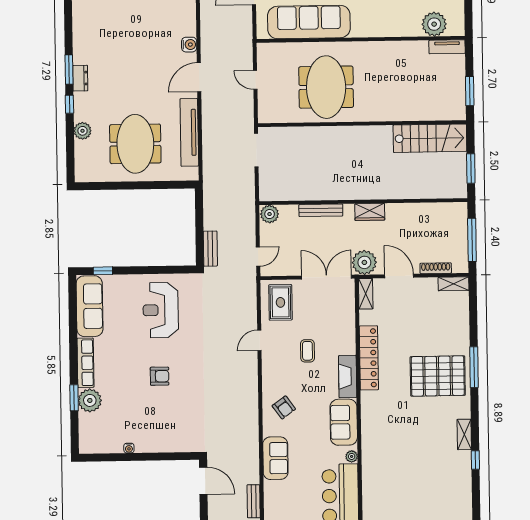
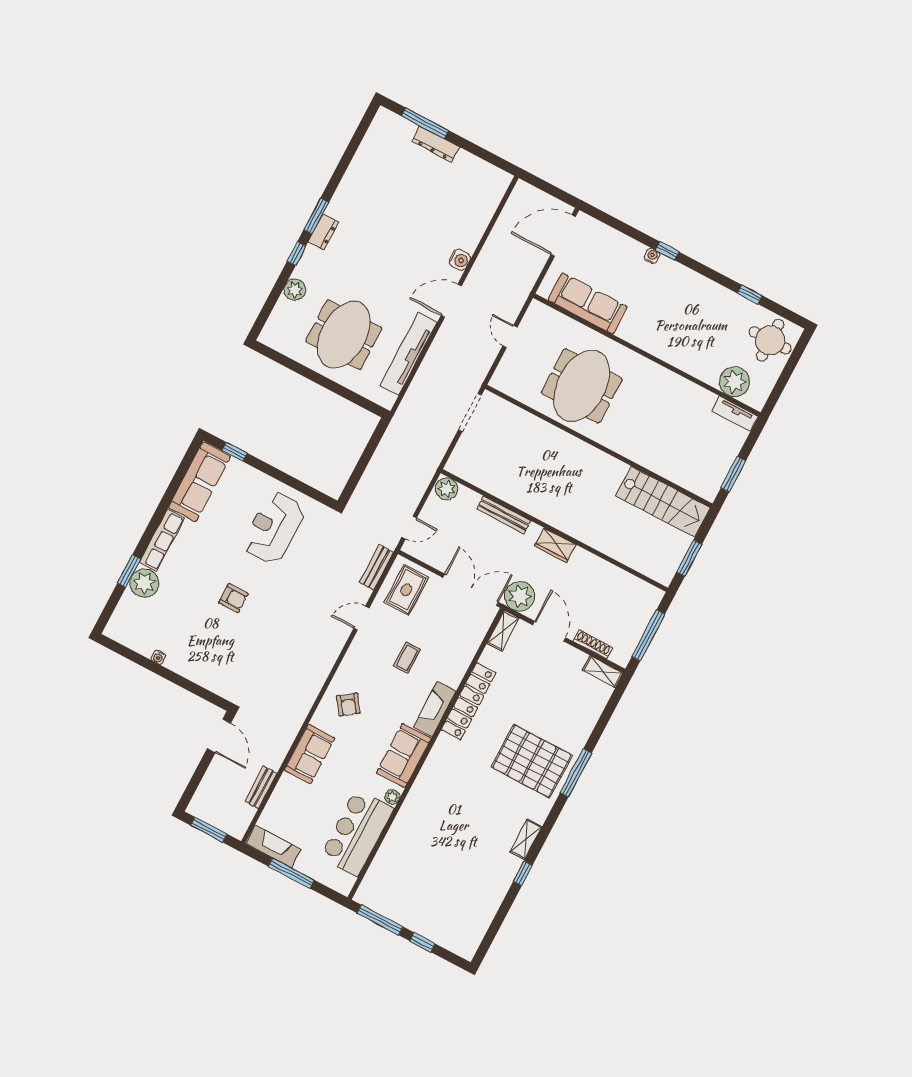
sofa: (309, 22) -> (588, 304), width x0.74, depth x0.79
bench: (210, 249) -> (376, 567), moved

